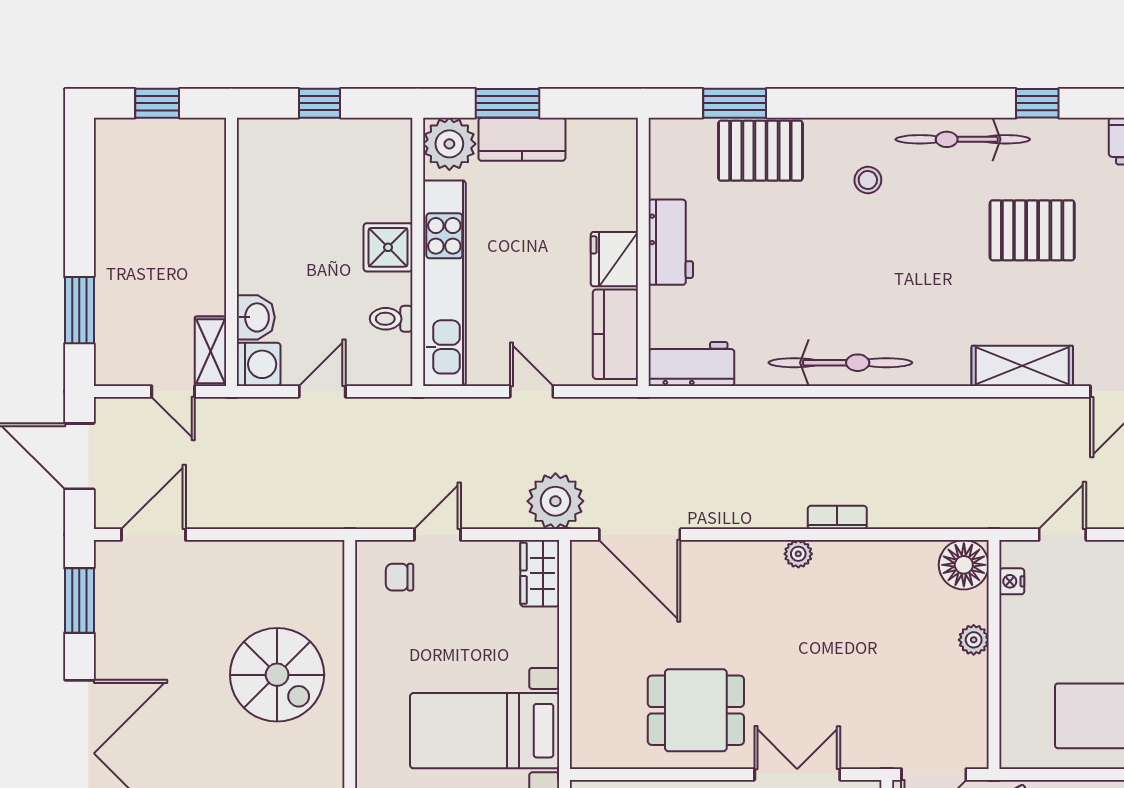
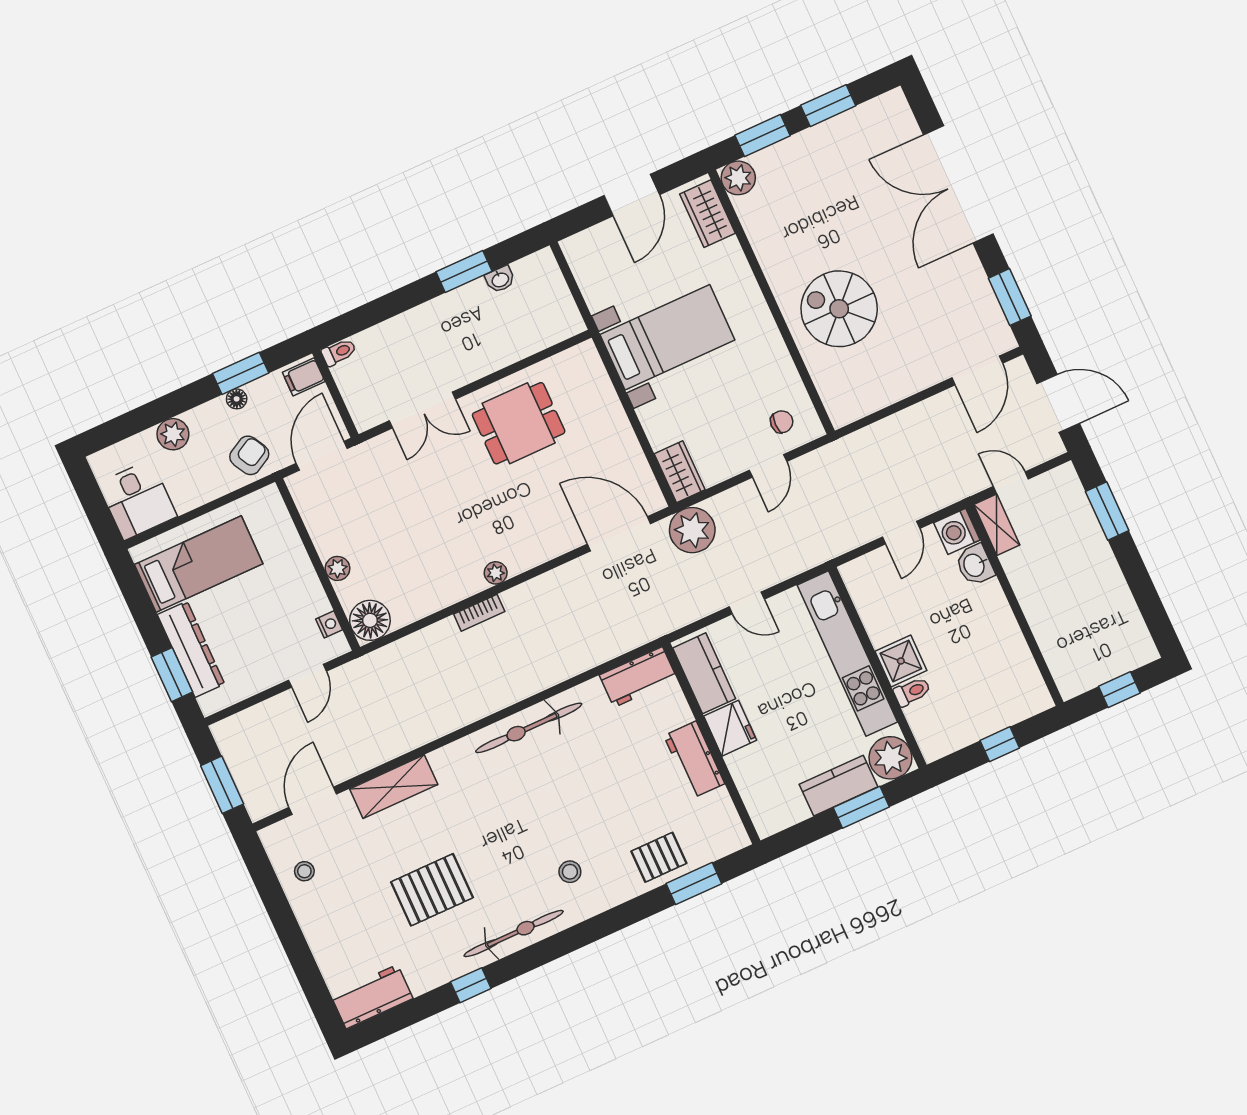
pallet: (760, 151) -> (659, 857), width x0.67, depth x0.71
toilet: (391, 319) -> (912, 692), moved

